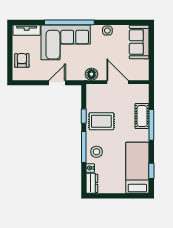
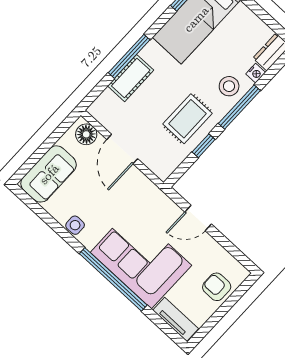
armchair: (22, 60) -> (217, 287), turned 90
floor lamp: (91, 74) -> (86, 134), moved
rug: (101, 121) -> (187, 119), turned 90

